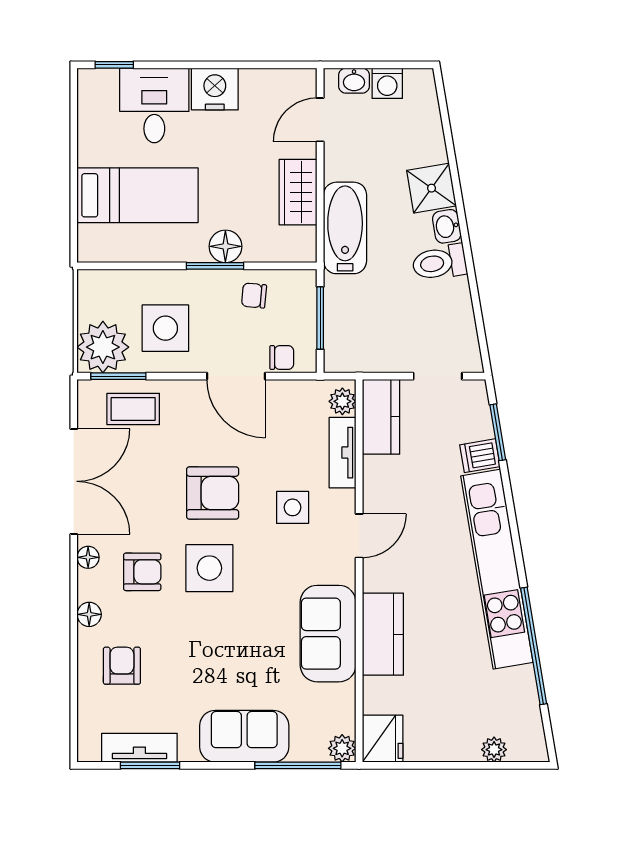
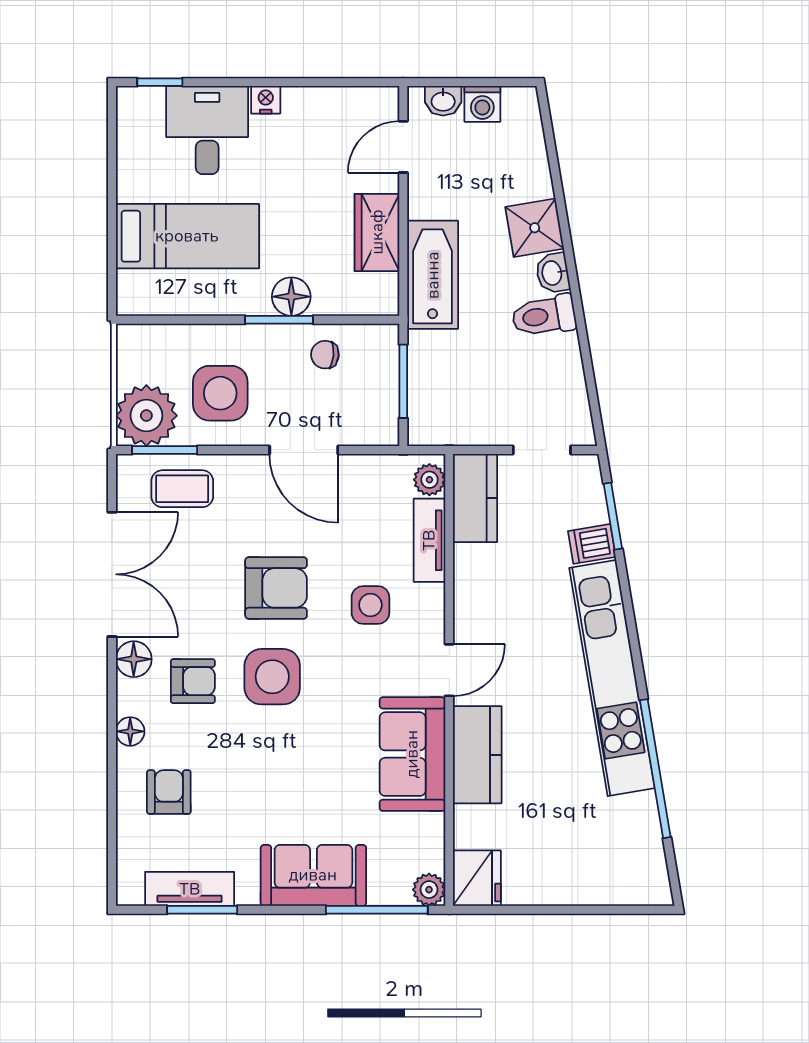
nightstand: (215, 89) -> (266, 100), width x0.53, depth x0.56
chair: (282, 358) -> (358, 428), removed
door: (359, 536) -> (449, 670), moved
floor lamp: (88, 557) -> (134, 659), width x1.37, depth x1.37
plant: (494, 750) -> (609, 891), removed

